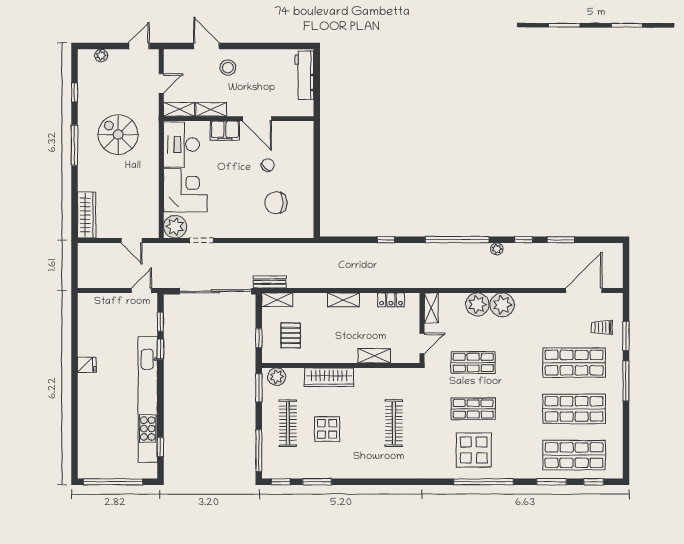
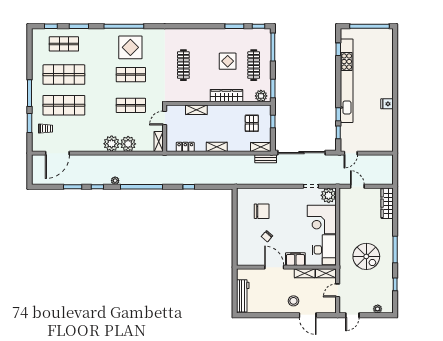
shop shelf: (574, 455) -> (64, 44), width x0.70, depth x0.74

